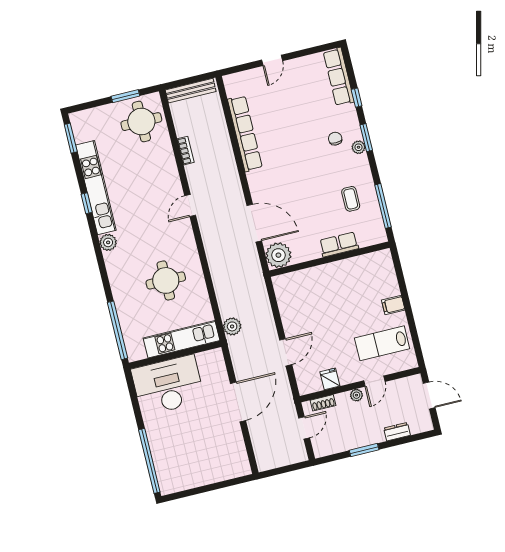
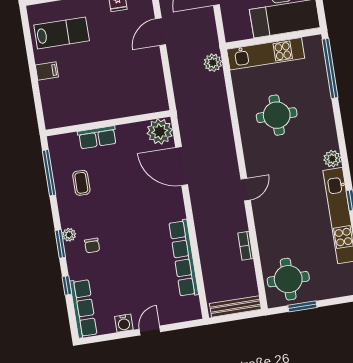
water cooler: (298, 66) -> (124, 323), added

